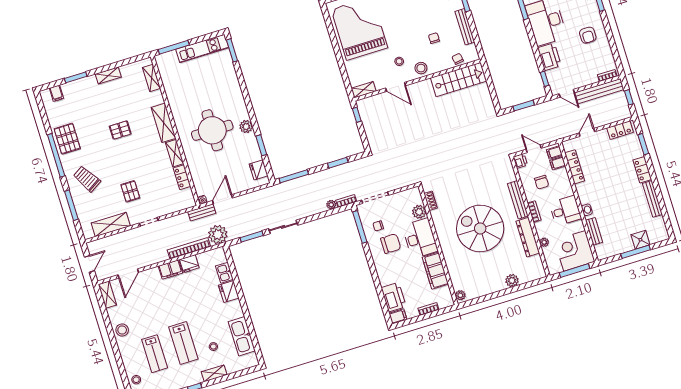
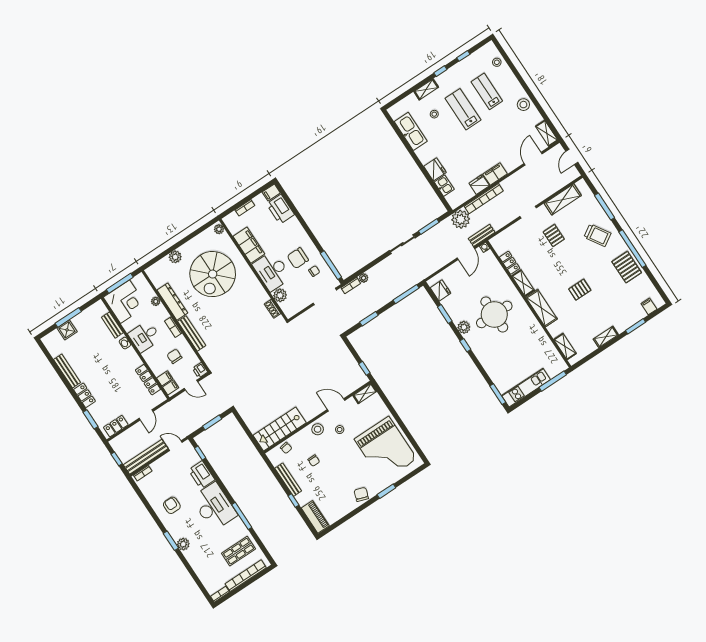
window: (250, 108) -> (465, 345), added
spiral stairs: (480, 228) -> (213, 274), moved, turned 90

